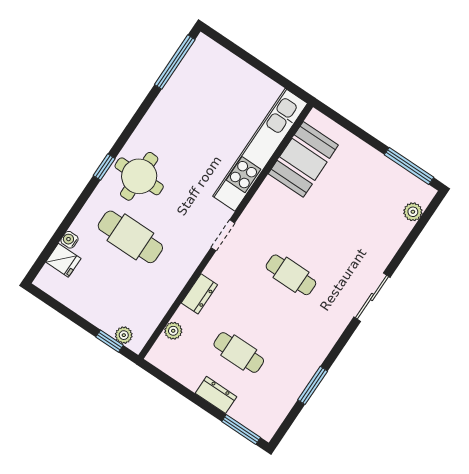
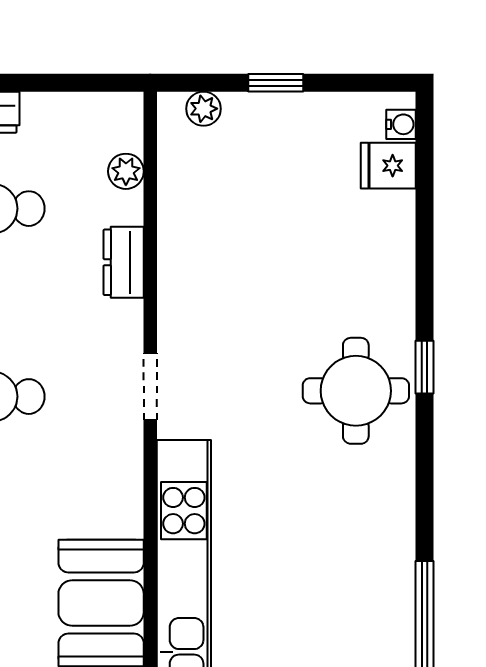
cafe table: (130, 237) -> (303, 280), removed
water cooler: (69, 240) -> (401, 124), moved
window: (109, 341) -> (276, 83), moved

